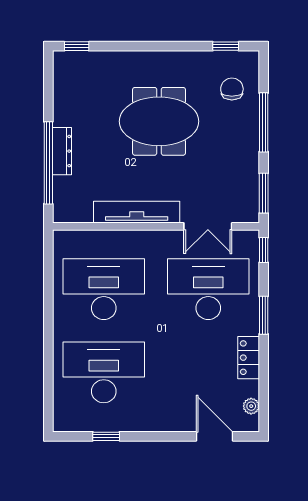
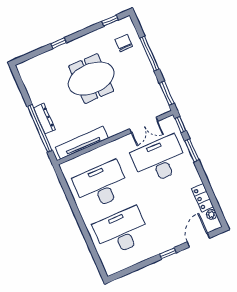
window: (77, 46) -> (59, 43), moved
tv unit: (137, 212) -> (82, 143), moved
window: (264, 315) -> (192, 150), moved
locker: (249, 358) -> (202, 198), moved
window: (106, 436) -> (168, 253), moved
door: (214, 436) -> (198, 240), hinge flipped

